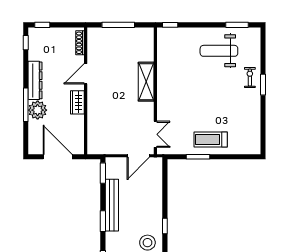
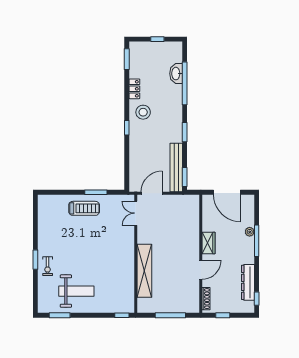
window: (42, 25) -> (223, 315), moved
dresser: (35, 80) -> (248, 282), moved
shelving: (146, 82) -> (144, 271), width x1.47
plant: (38, 110) -> (250, 232), width x0.53, depth x0.53
bench: (112, 205) -> (176, 168), moved

